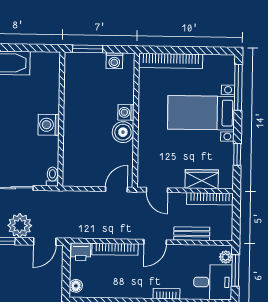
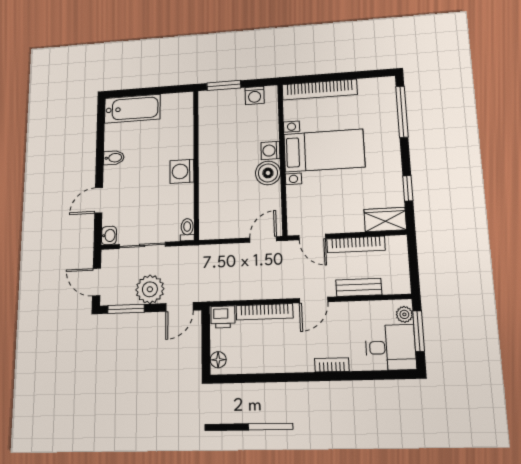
bed with nightstands: (201, 113) -> (324, 151), moved, turned 180
wardrobe: (202, 179) -> (385, 219), moved
bookcase: (210, 199) -> (356, 244), moved

